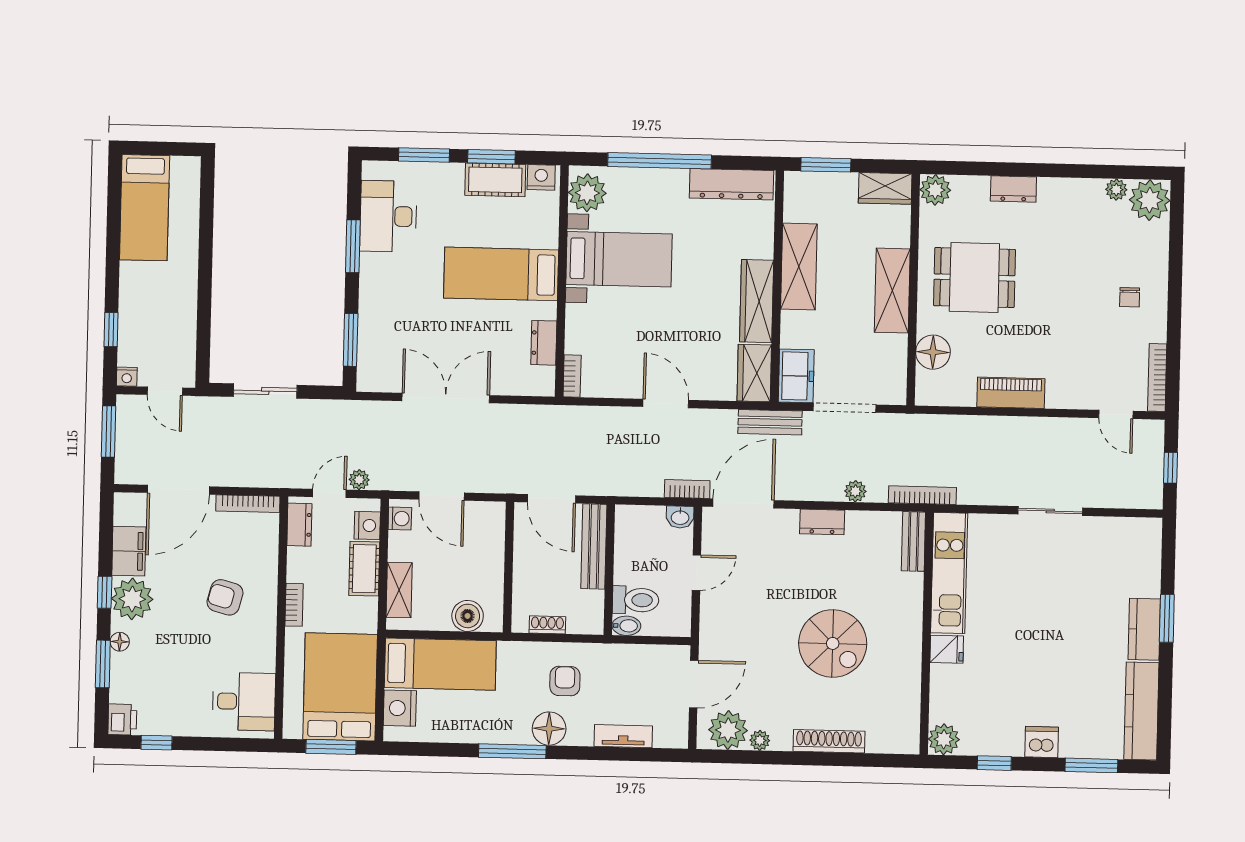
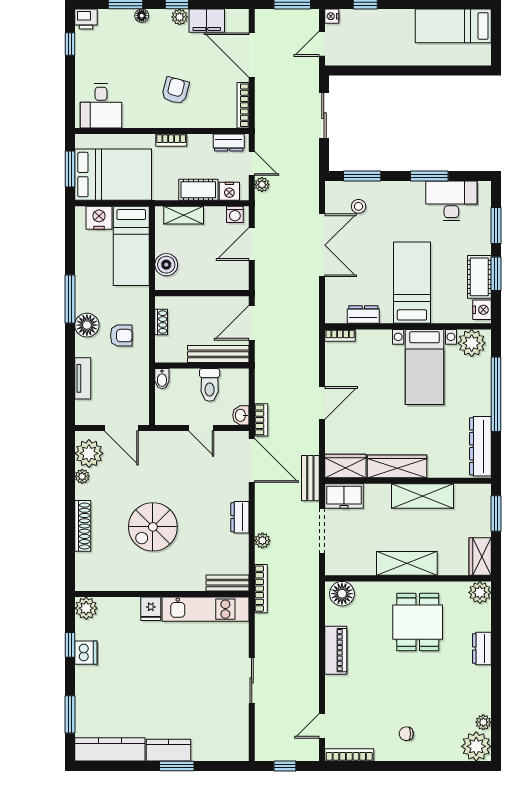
stool: (393, 346) -> (359, 206), added
floor lamp: (933, 352) -> (342, 594), moved
plant: (132, 599) -> (180, 17), width x0.53, depth x0.53
toilet: (636, 600) -> (210, 385), moved
dishwasher: (1042, 742) -> (86, 653), moved

